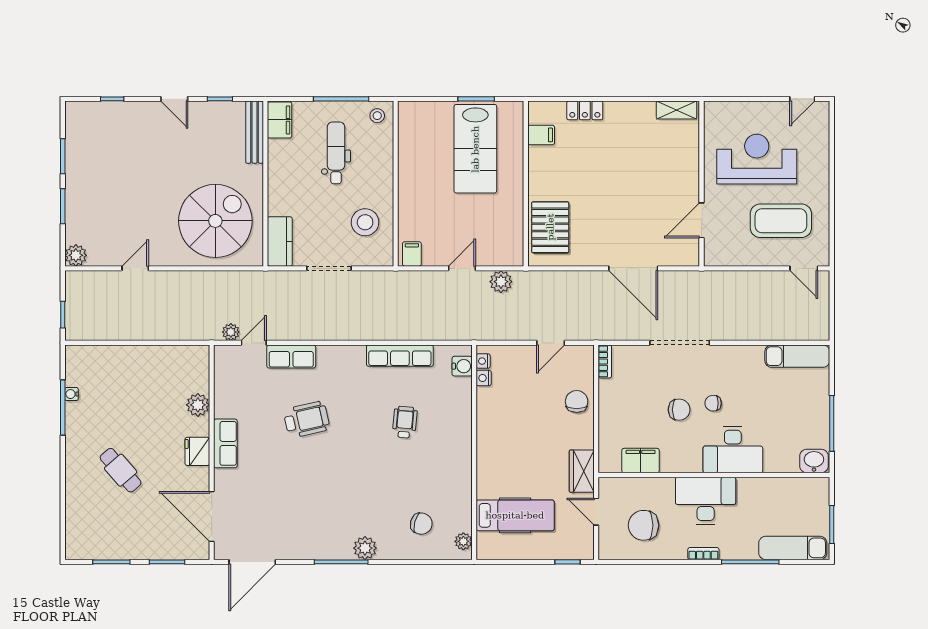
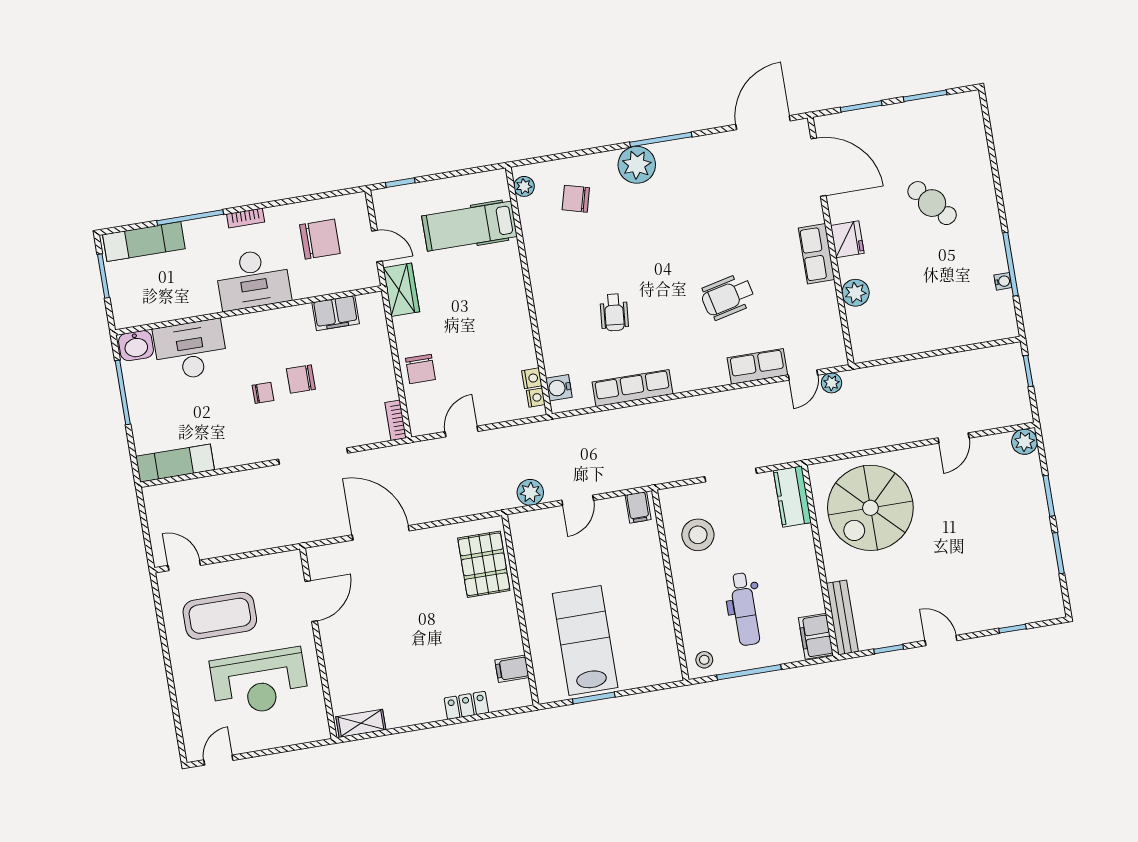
desk: (733, 450) -> (190, 350), moved
plant: (365, 548) -> (637, 165), width x1.36, depth x1.36

